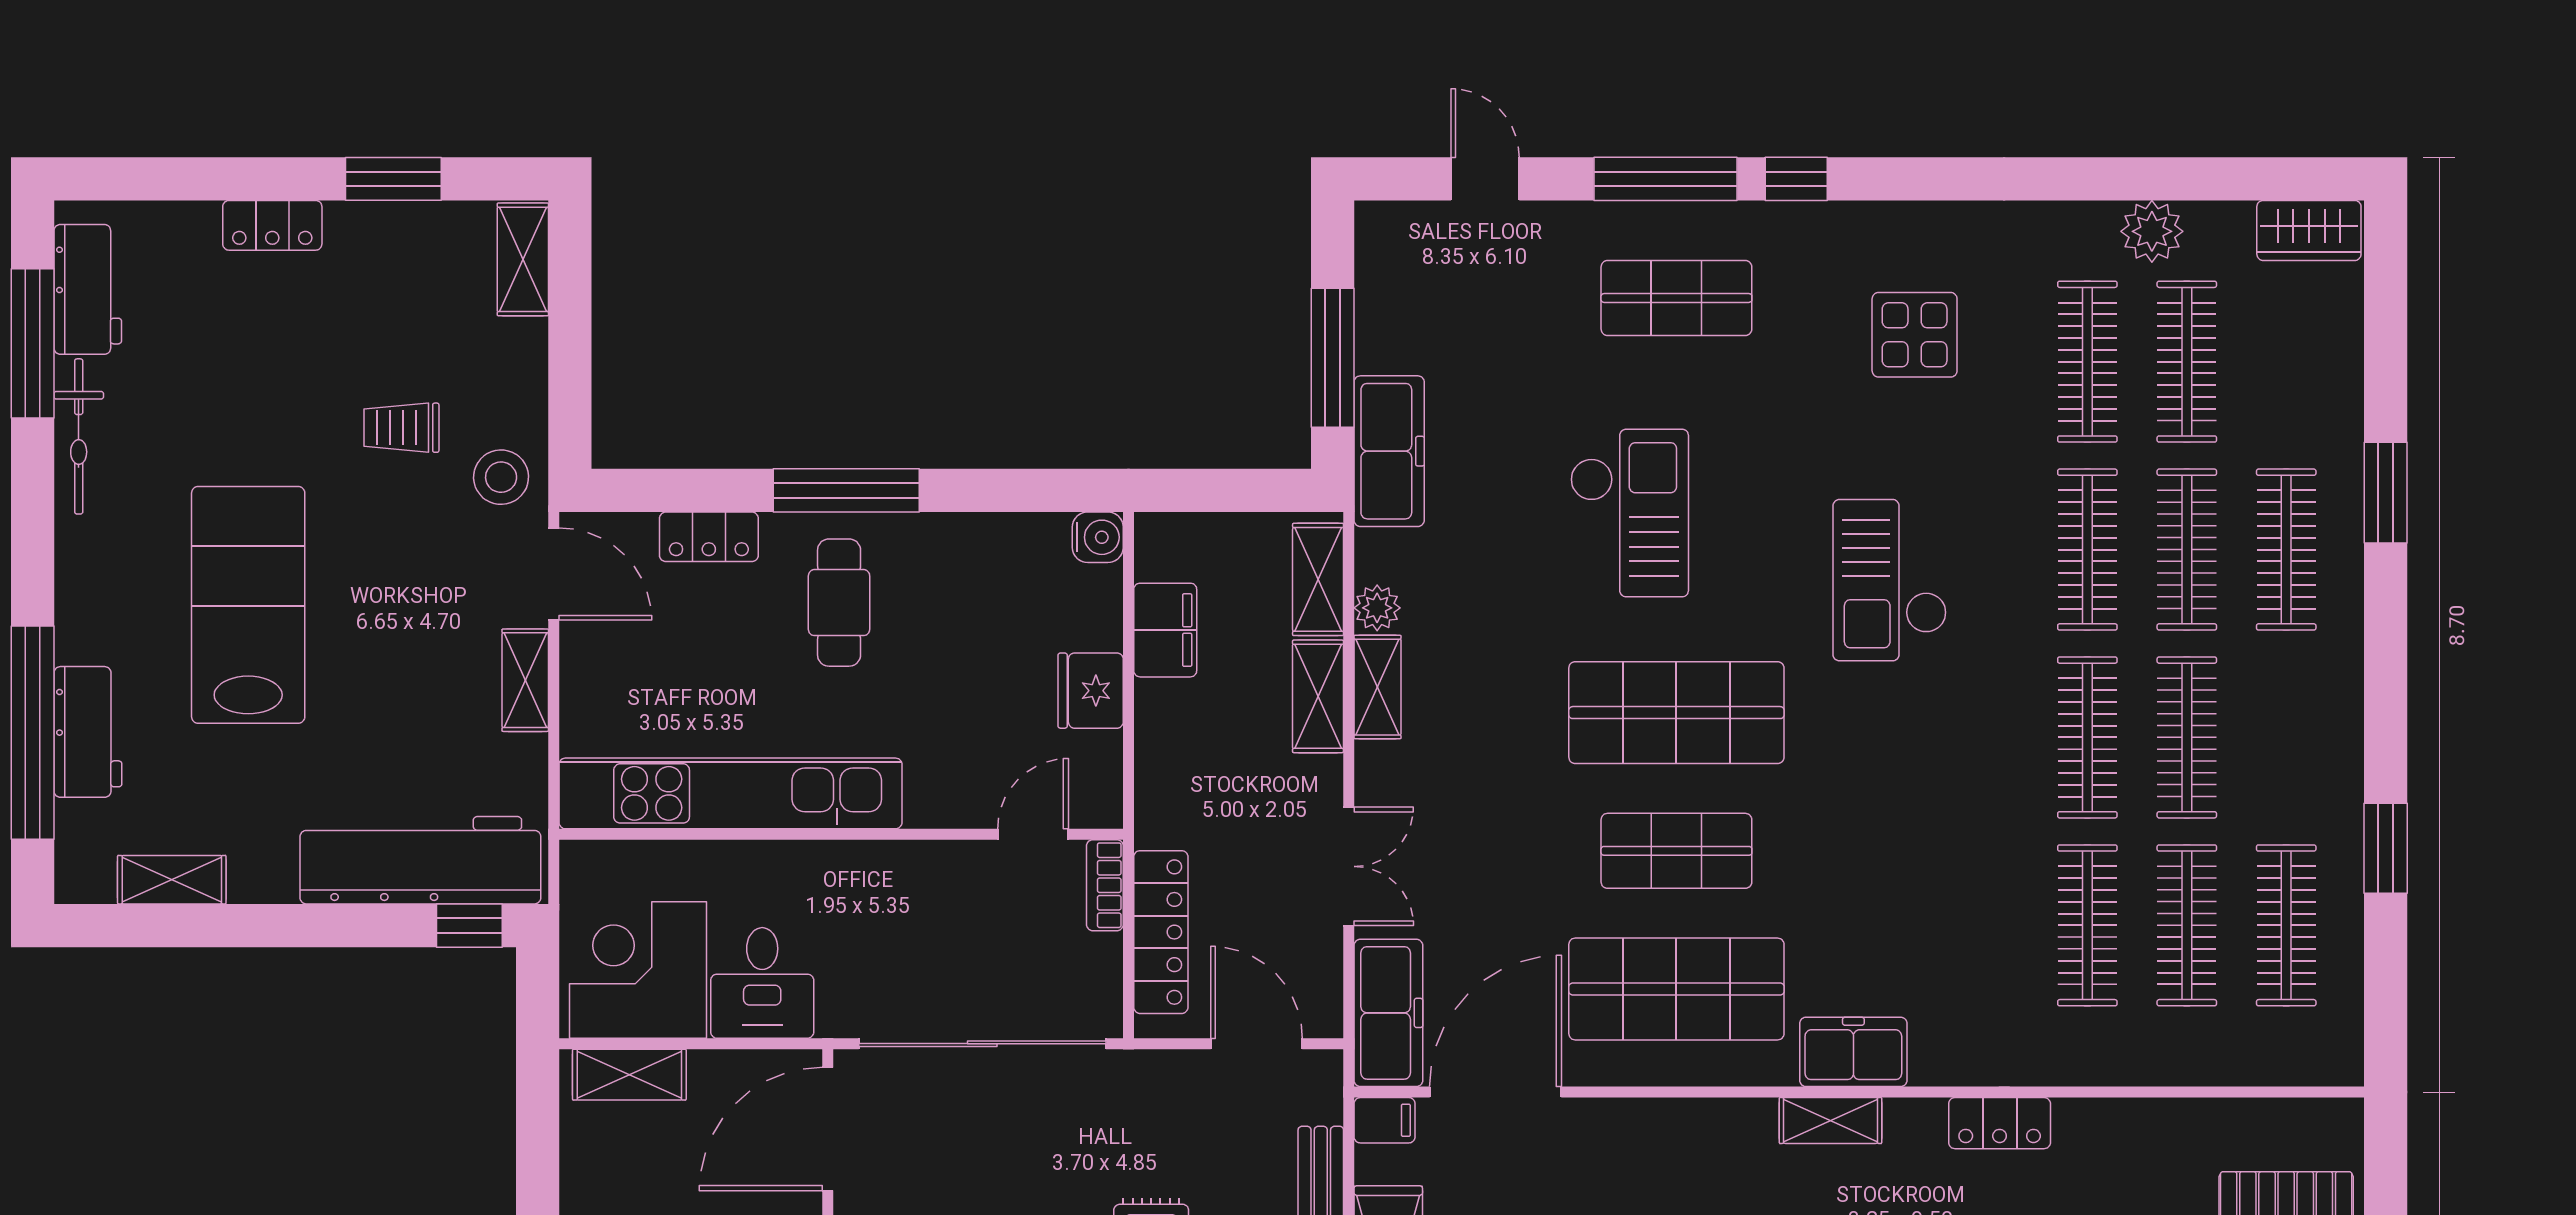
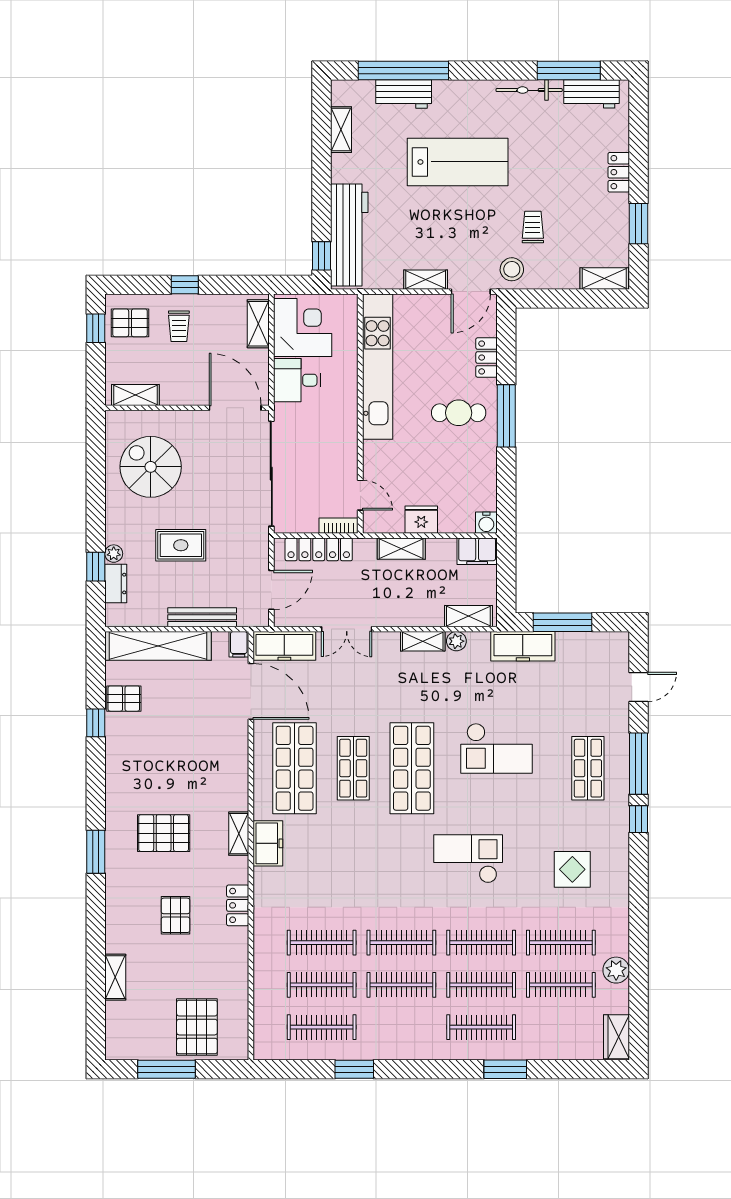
filing cabinet: (1165, 630) -> (477, 551), moved
shelving: (1318, 696) -> (401, 549), moved

